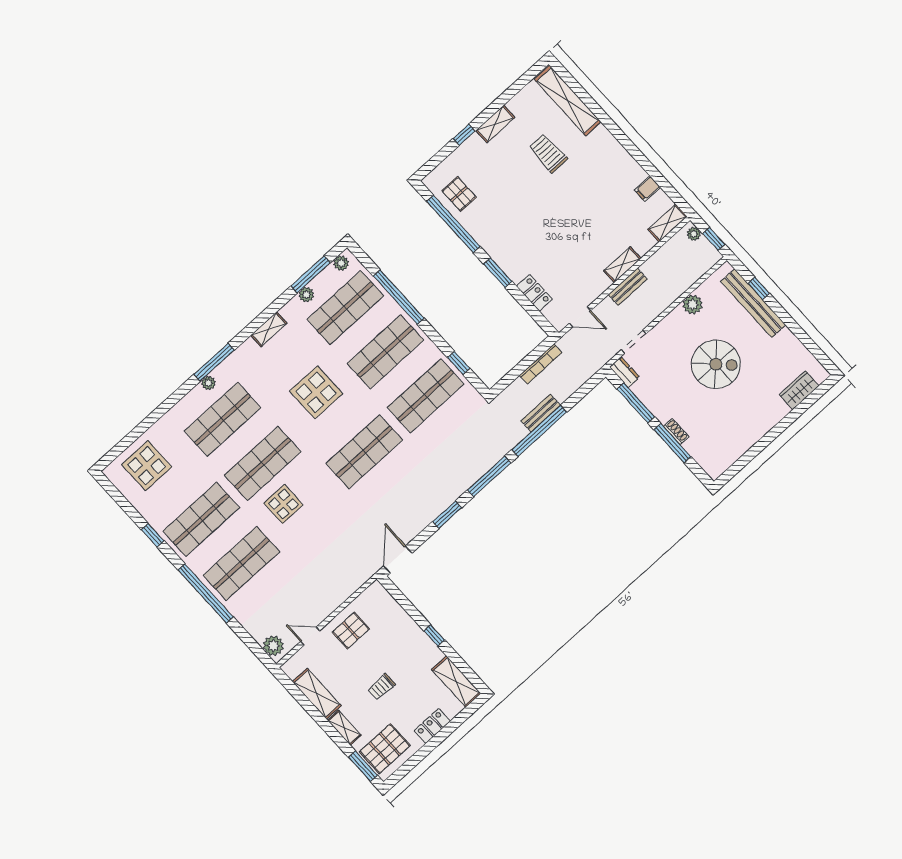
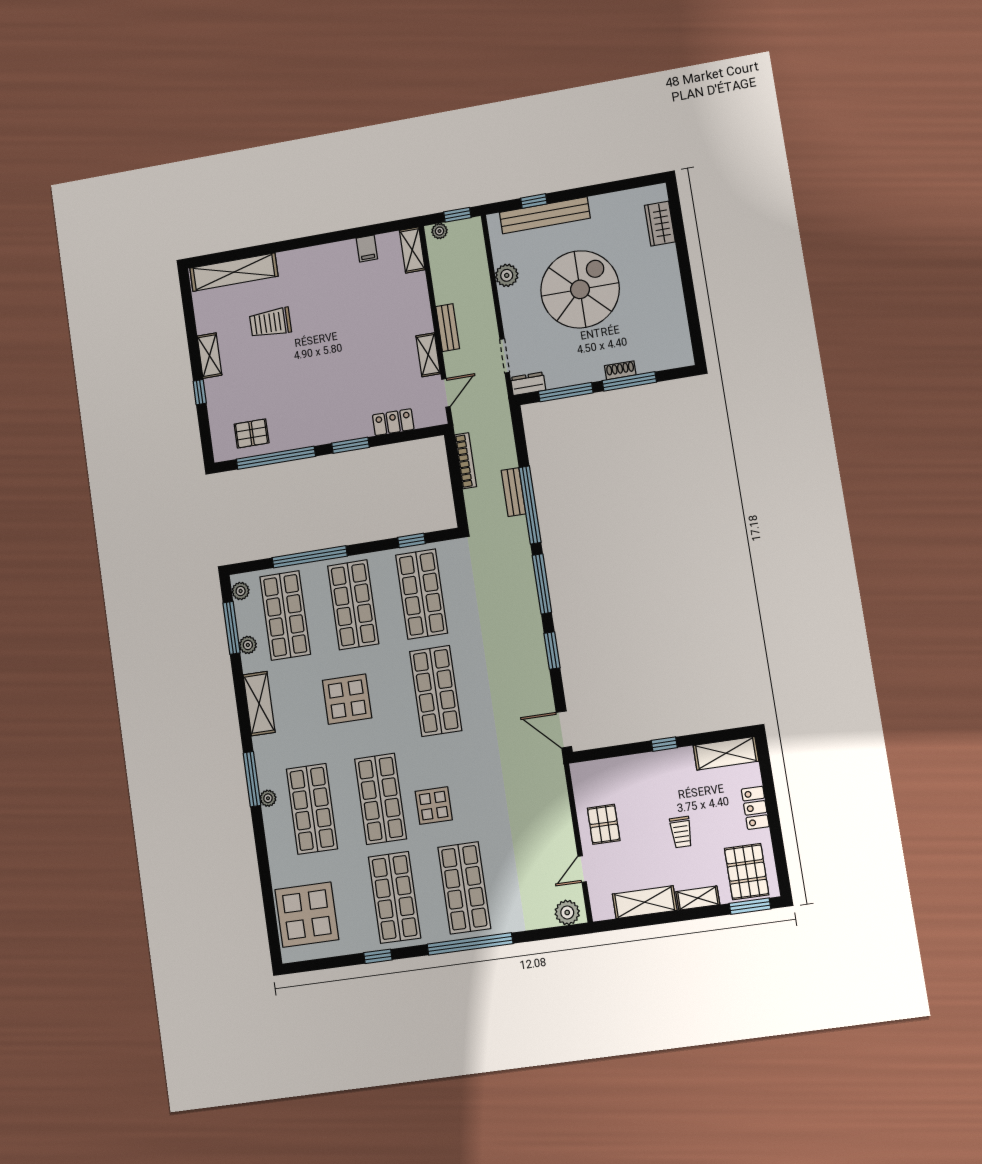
shelving: (622, 265) -> (428, 355), moved
shelving: (269, 329) -> (259, 704), width x1.50, depth x1.33
spiral stairs: (716, 364) -> (580, 289), width x1.37, depth x1.37
display table: (147, 466) -> (307, 915), width x1.36, depth x1.36

